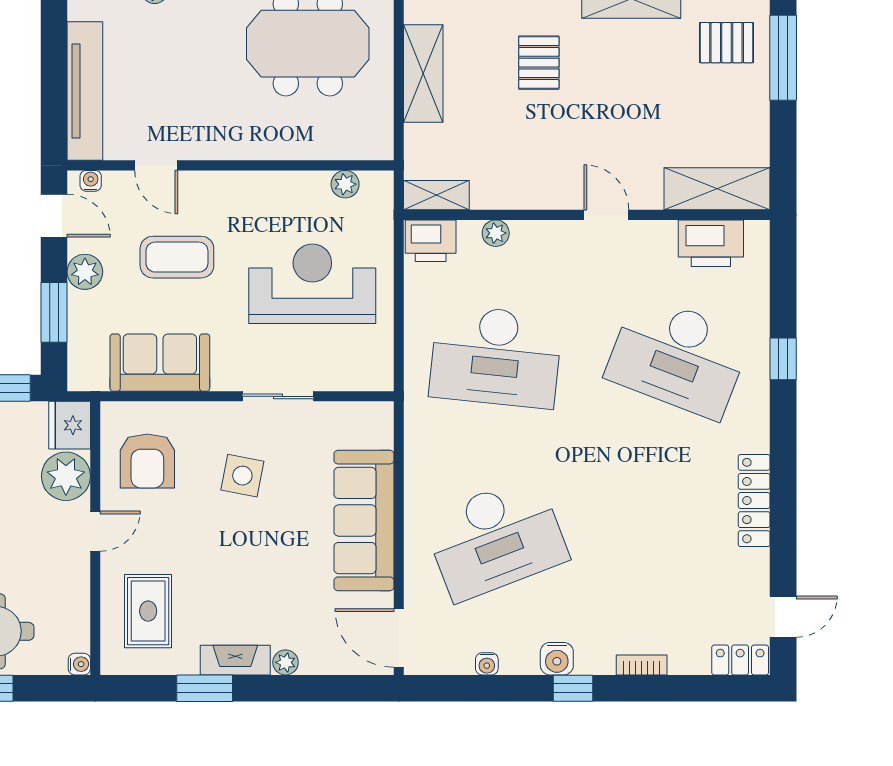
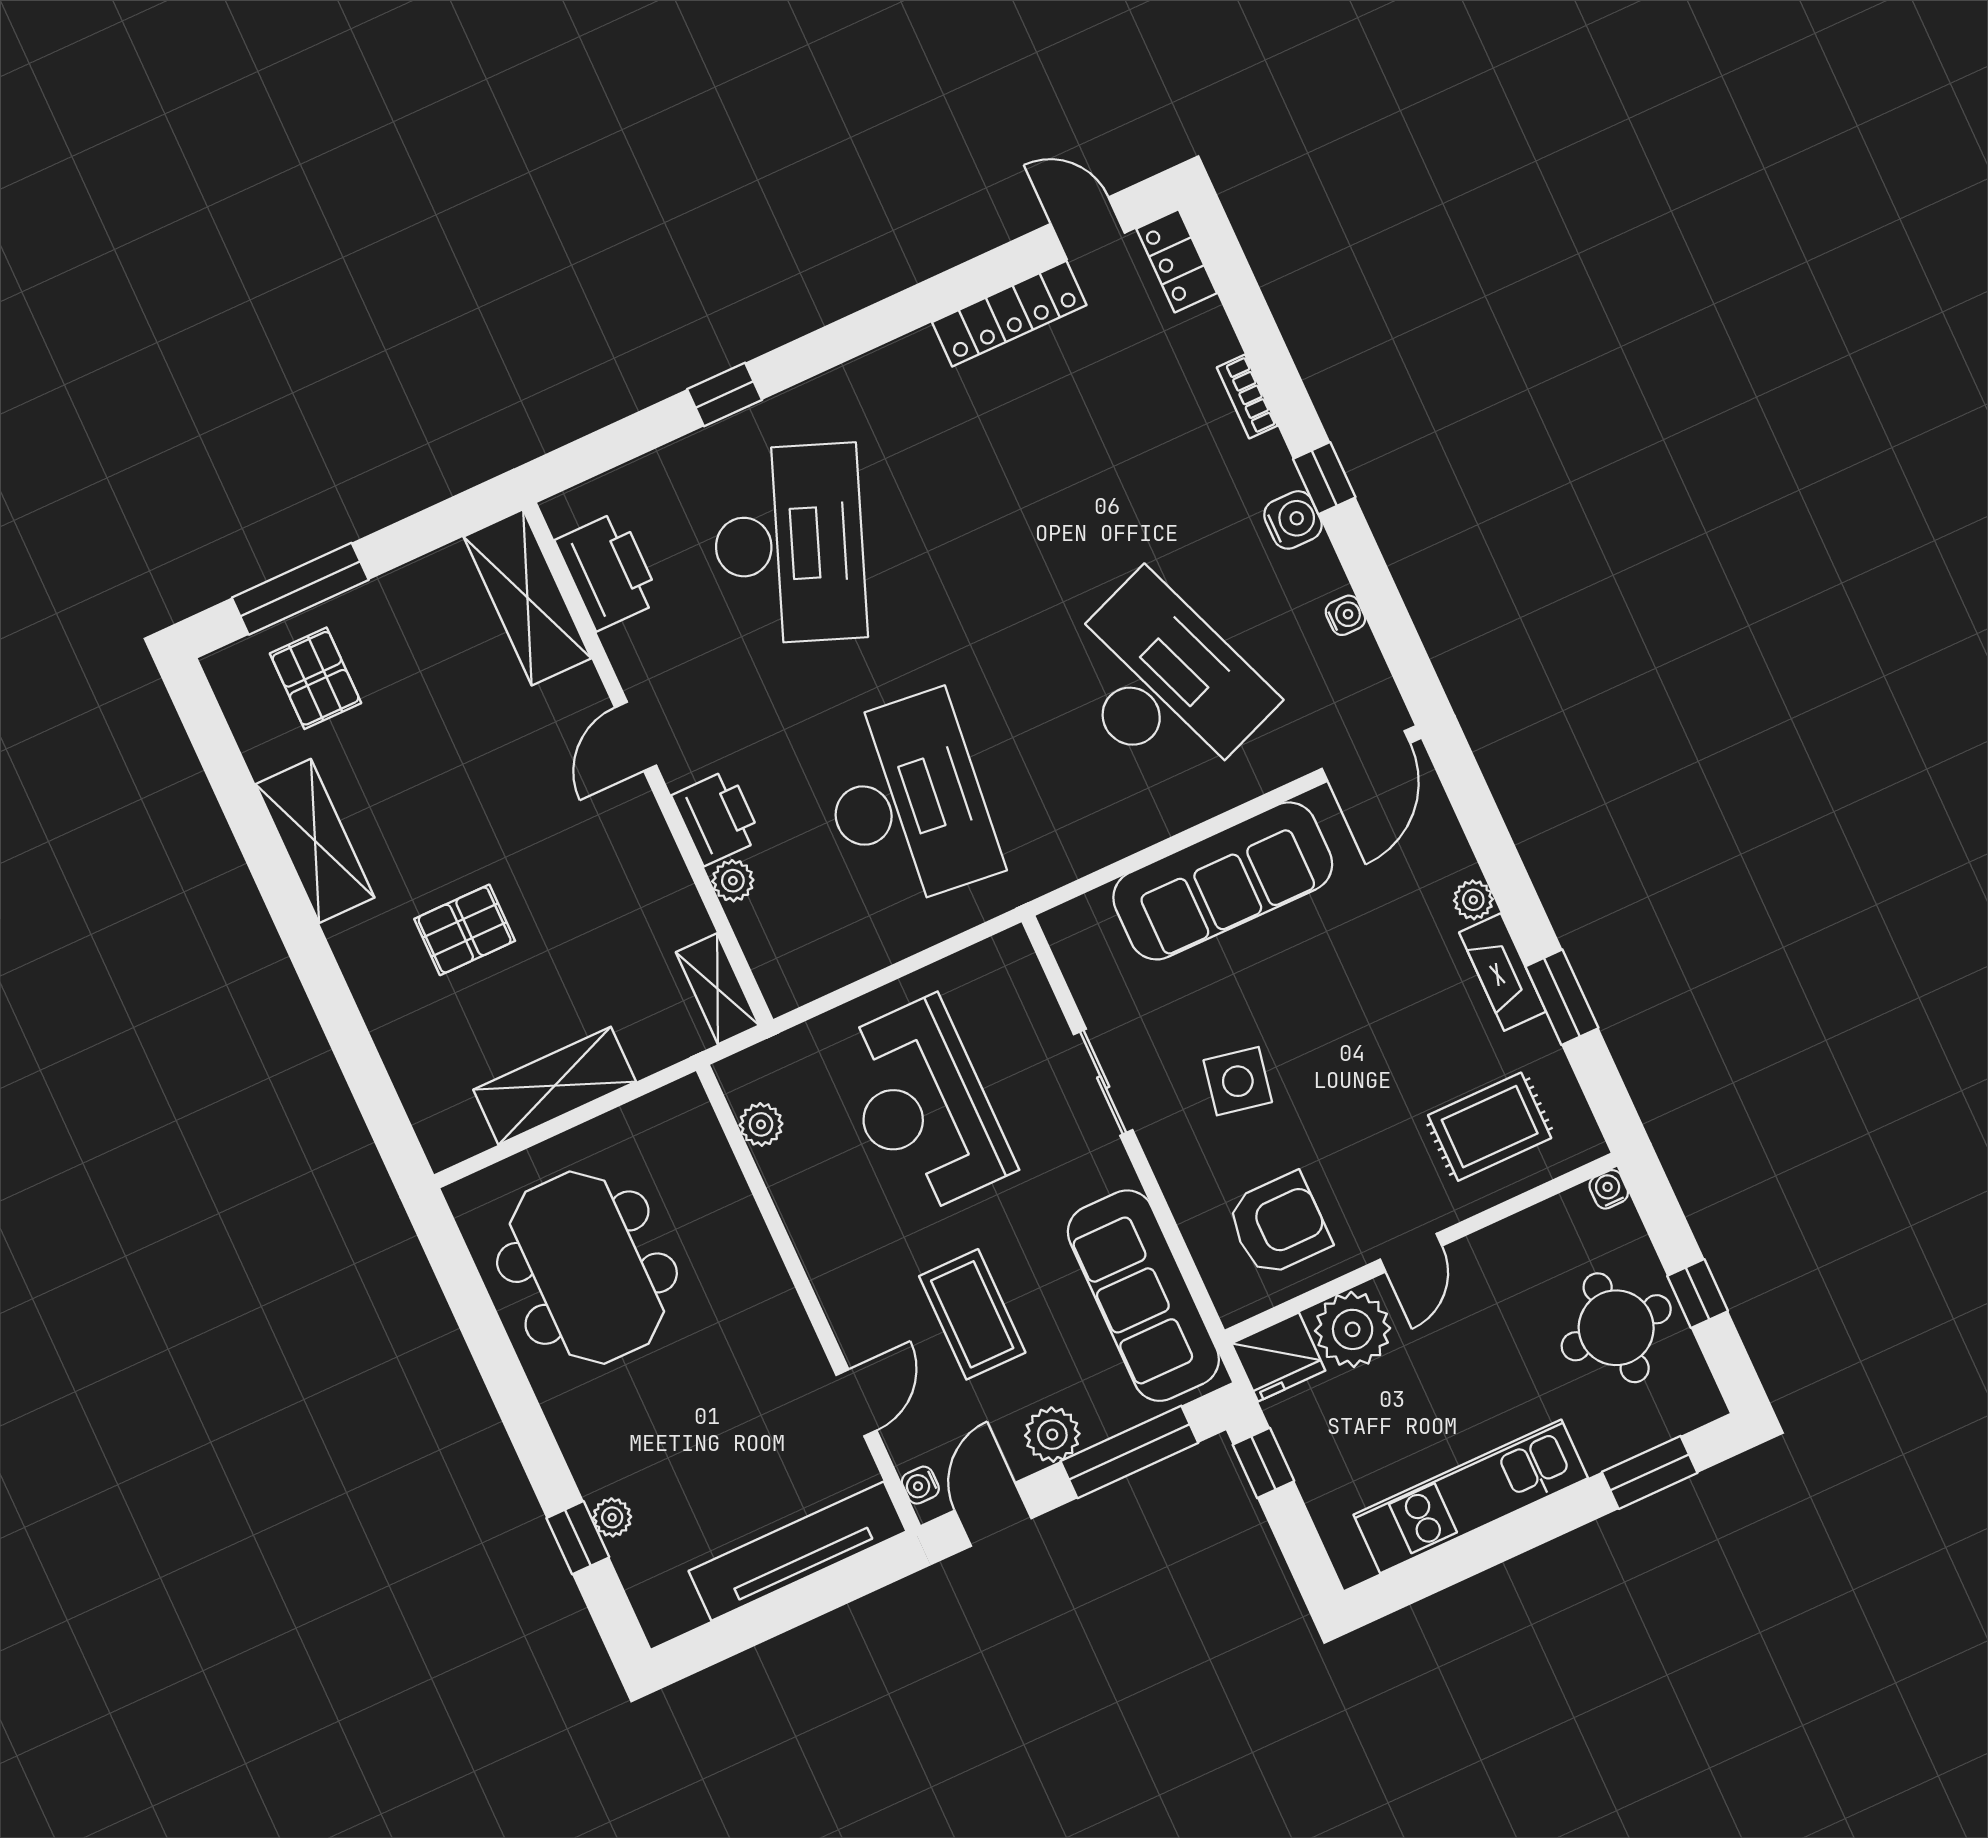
printer: (431, 241) -> (717, 818), moved
window: (54, 312) -> (1129, 1452), width x1.44
sofa: (160, 363) -> (1143, 1296), width x1.36
locker: (754, 501) -> (1009, 314), moved
door: (95, 531) -> (1411, 1253), swing flipped

